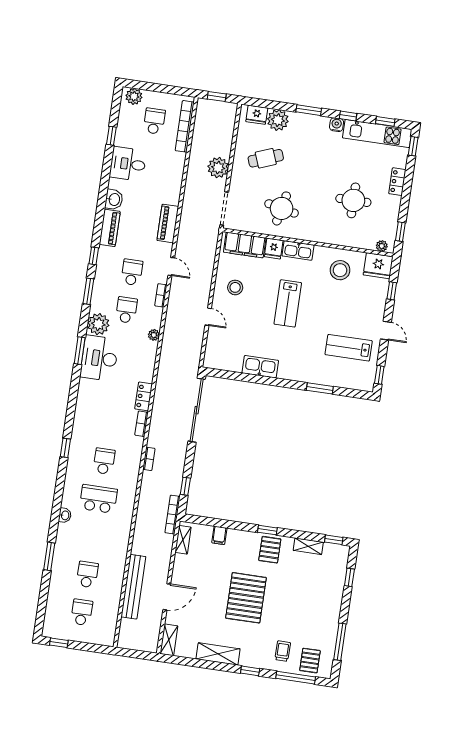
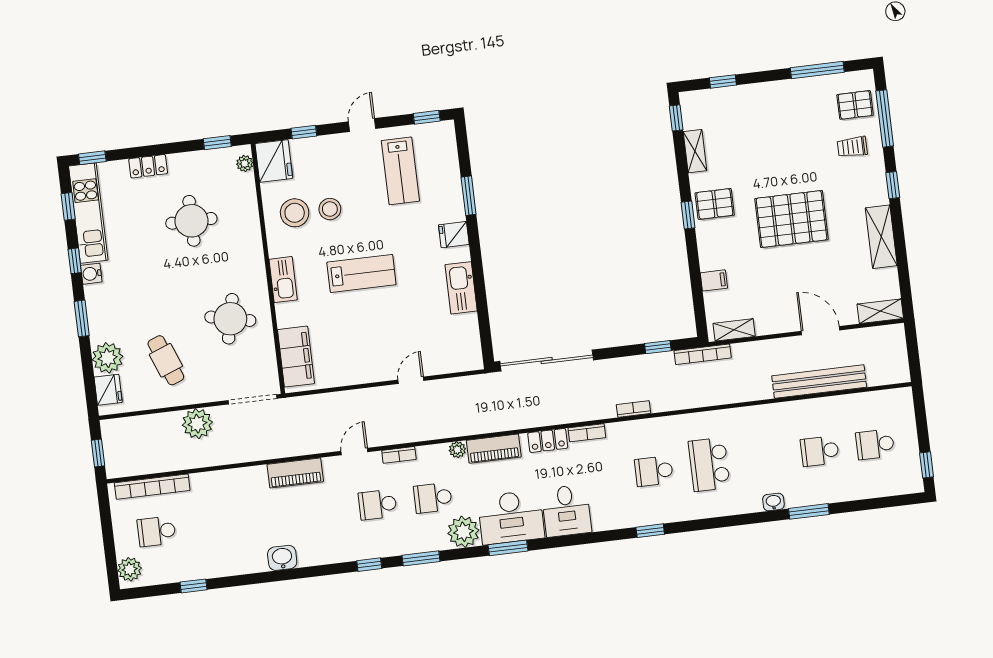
desk: (128, 164) -> (566, 511), moved
piano: (110, 228) -> (494, 449), moved, turned 180
fridge: (274, 249) -> (454, 235), moved, turned 180
stool: (235, 287) -> (330, 209), moved
washbasin: (65, 515) -> (773, 502), moved

